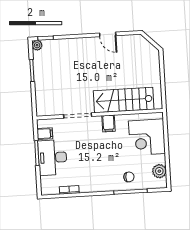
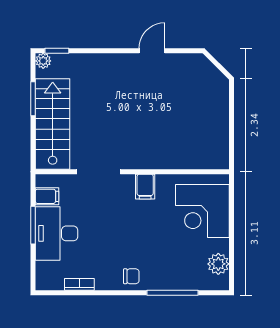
door: (108, 34) -> (152, 51), swing flipped
stairs: (124, 100) -> (53, 124), moved, turned 90
chair: (129, 177) -> (131, 276), moved

